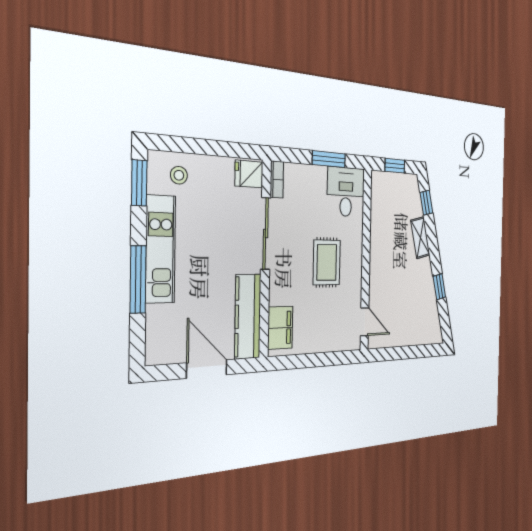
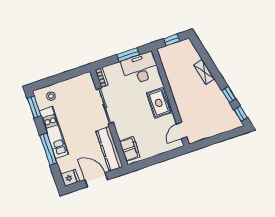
fridge: (249, 174) -> (70, 178), moved, turned 180
desk: (346, 192) -> (140, 68), width x1.37
window: (426, 203) -> (241, 114), moved
rug: (327, 262) -> (159, 103), moved
door: (365, 322) -> (182, 130), swing flipped

